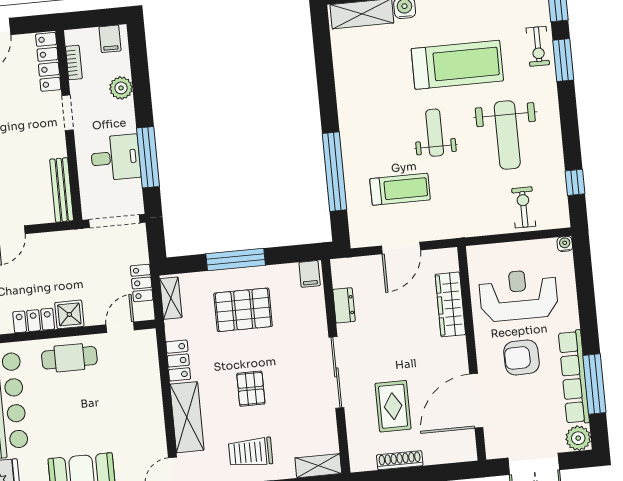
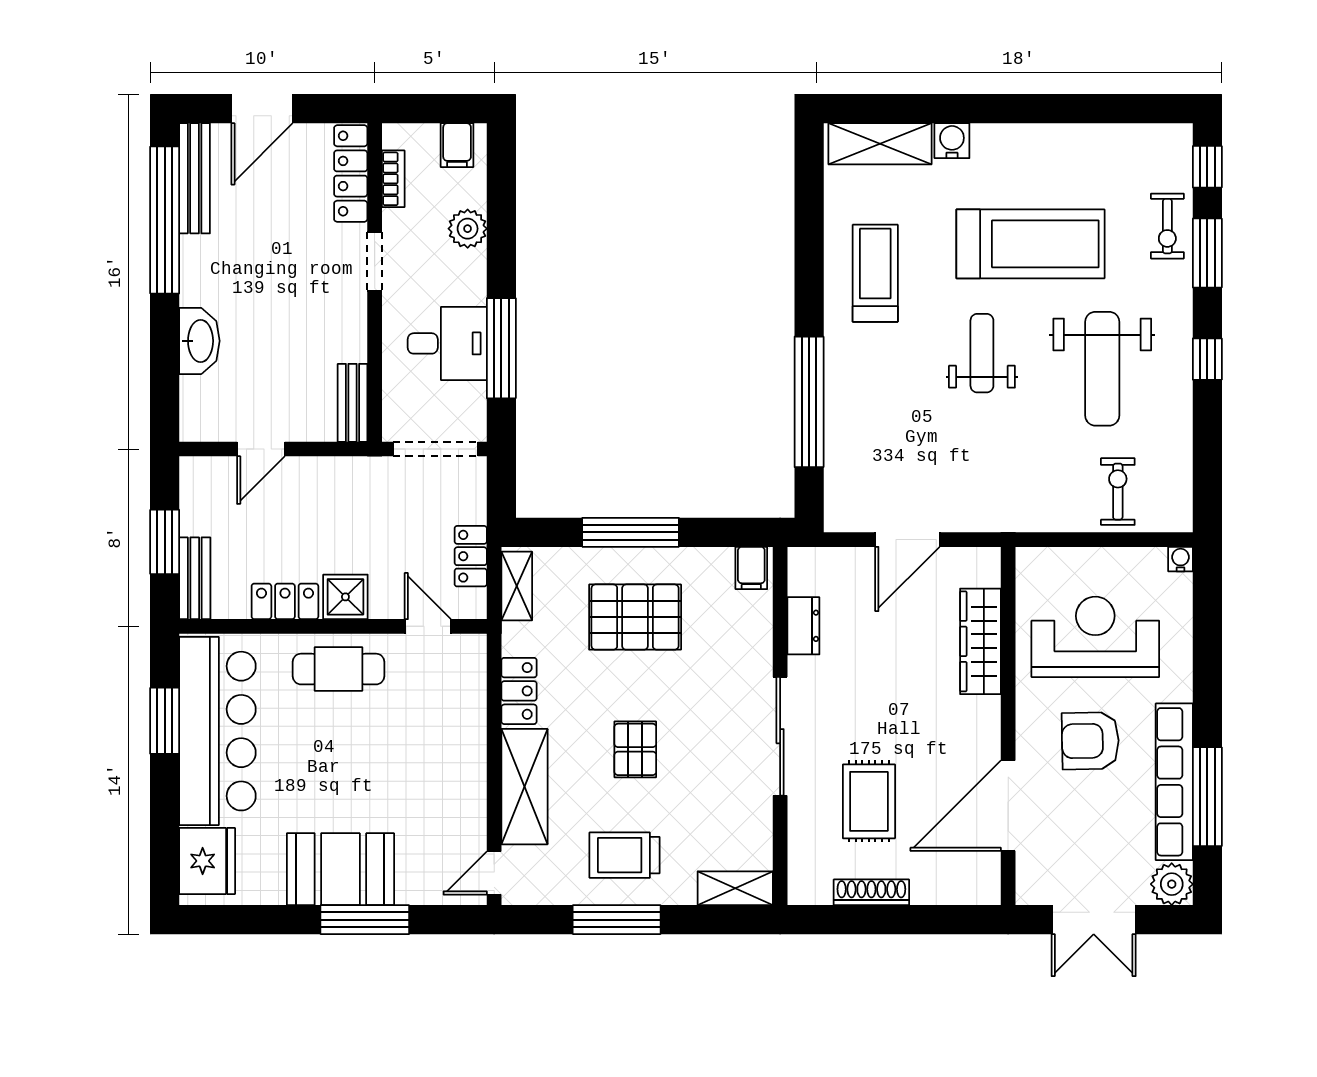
window: (575, 182) -> (1207, 359), moved
treadmill: (400, 189) -> (875, 273), moved, turned -90
bench: (62, 190) -> (353, 403), width x0.73
door: (120, 327) -> (428, 626), hinge flipped

